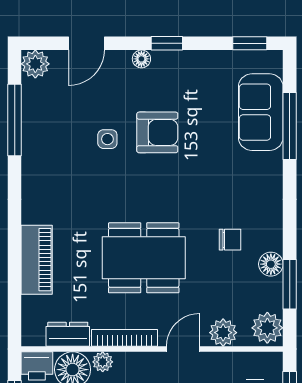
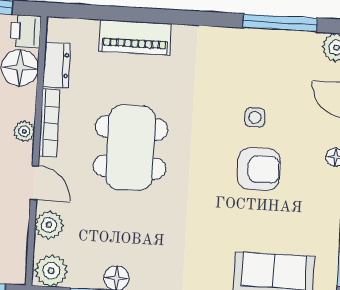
armchair: (157, 132) -> (259, 169), turned -90
chair: (230, 240) -> (144, 238), removed
plant: (103, 362) -> (24, 131), moved

